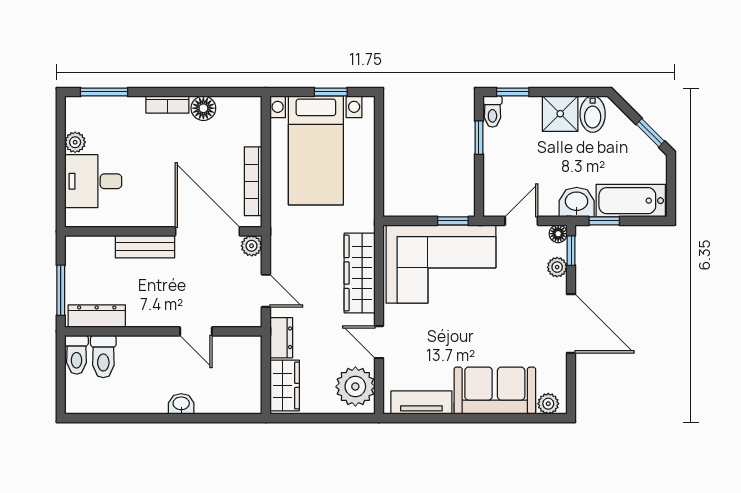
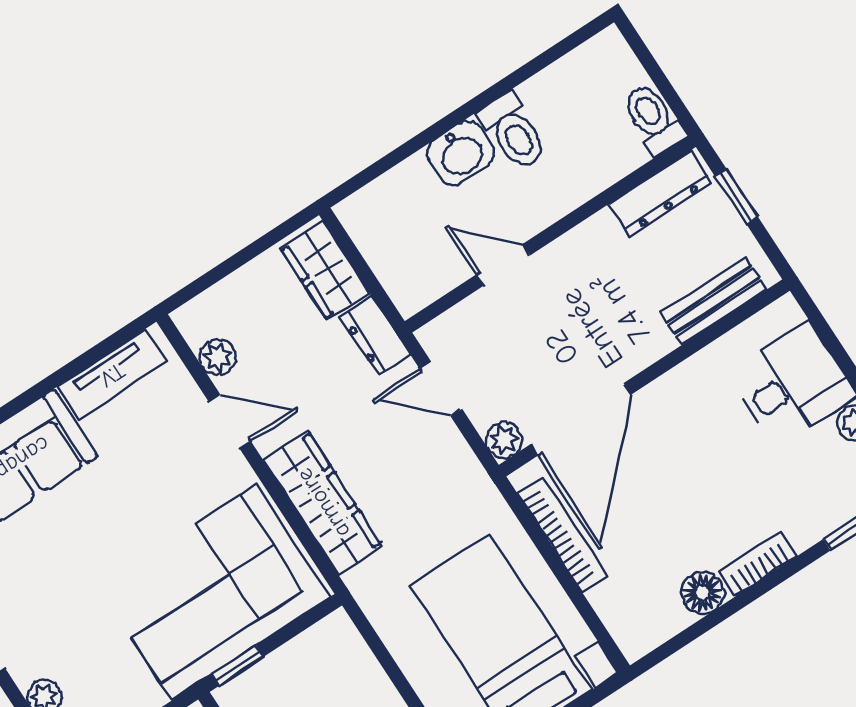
door: (207, 231) -> (581, 419), hinge flipped
bench: (145, 247) -> (714, 301), moved
window: (61, 290) -> (736, 197), width x0.67
toilet: (103, 357) -> (513, 132), moved, turned 180
plant: (355, 387) -> (218, 357), width x0.53, depth x0.53
washbasin: (181, 404) -> (461, 153), width x1.38, depth x1.45

